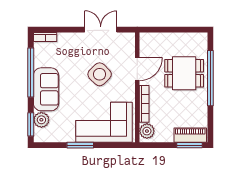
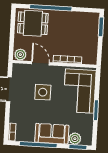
dining table: (184, 73) -> (33, 23), moved, turned 90
side table: (100, 74) -> (43, 92), turned 45
plant: (147, 131) -> (20, 55), moved
piano: (190, 135) -> (93, 26), removed

